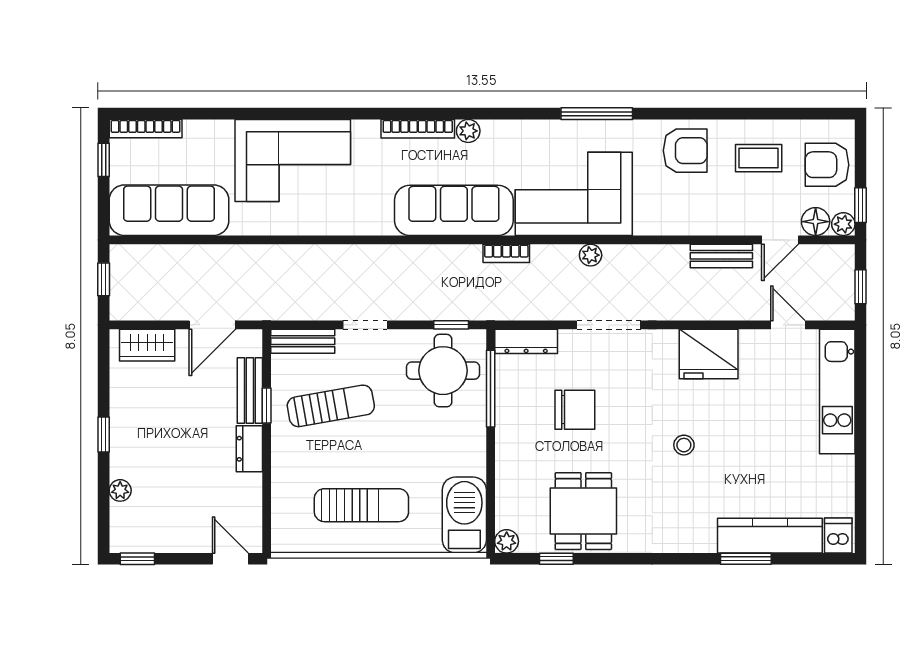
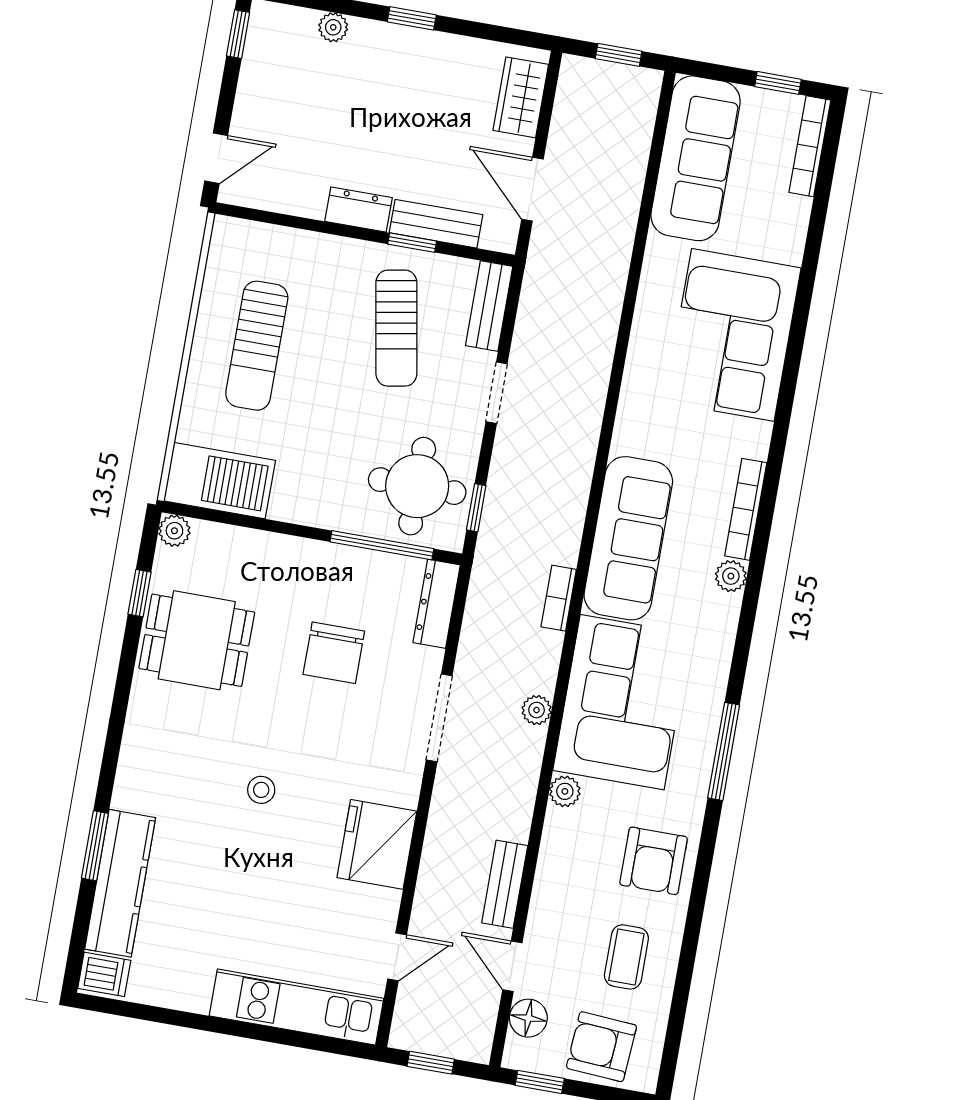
armchair: (827, 165) -> (601, 1047), turned -86
plant: (843, 224) -> (565, 791), moved

